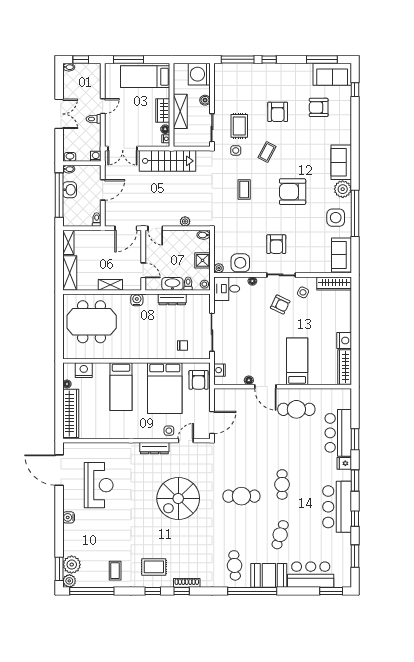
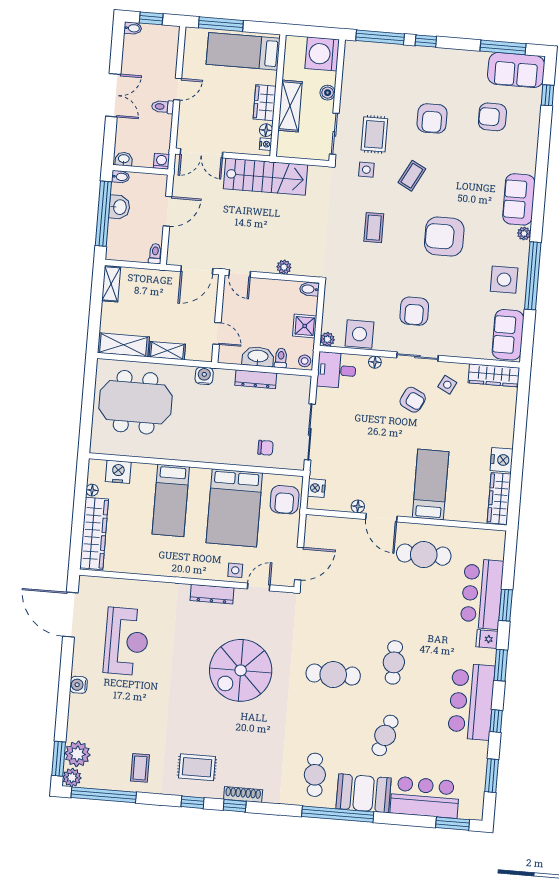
plant: (343, 189) -> (524, 234), width x0.53, depth x0.53
shelving: (70, 273) -> (123, 345), moved, turned 90

